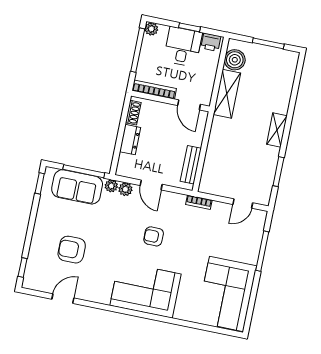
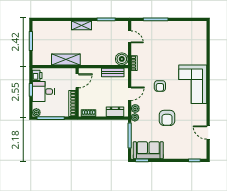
boiler: (235, 60) -> (122, 59), moved
dresser: (130, 140) -> (115, 112), moved
sofa: (77, 187) -> (148, 150), moved, turned -90
armchair: (72, 250) -> (167, 118), moved
corner sofa: (226, 294) -> (185, 36), removed

